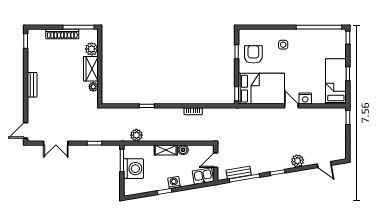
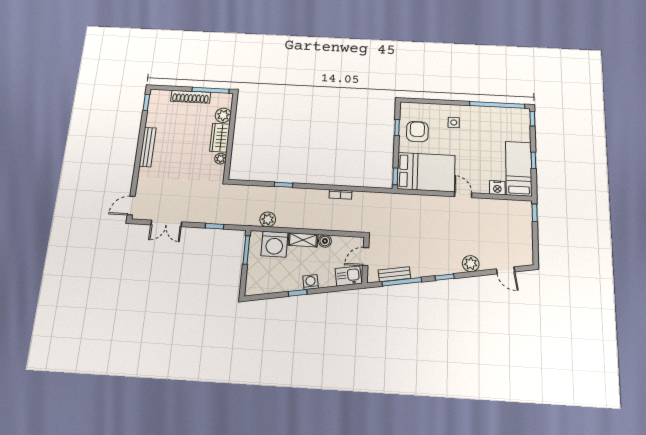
bench: (32, 85) -> (148, 147), width x1.36
nightstand: (305, 98) -> (497, 188), moved
washing machine: (133, 169) -> (274, 244), moved, turned 90

